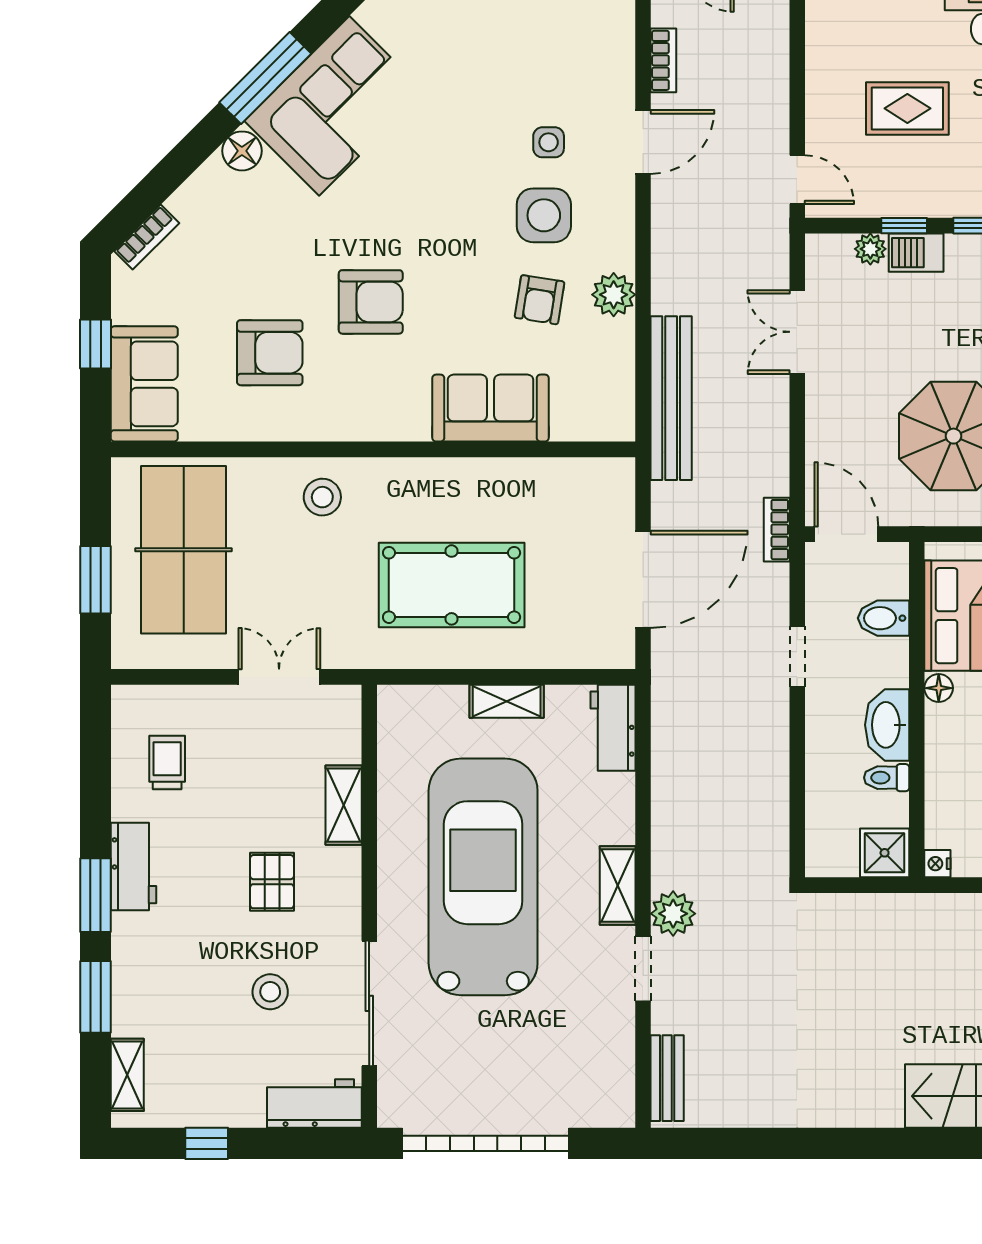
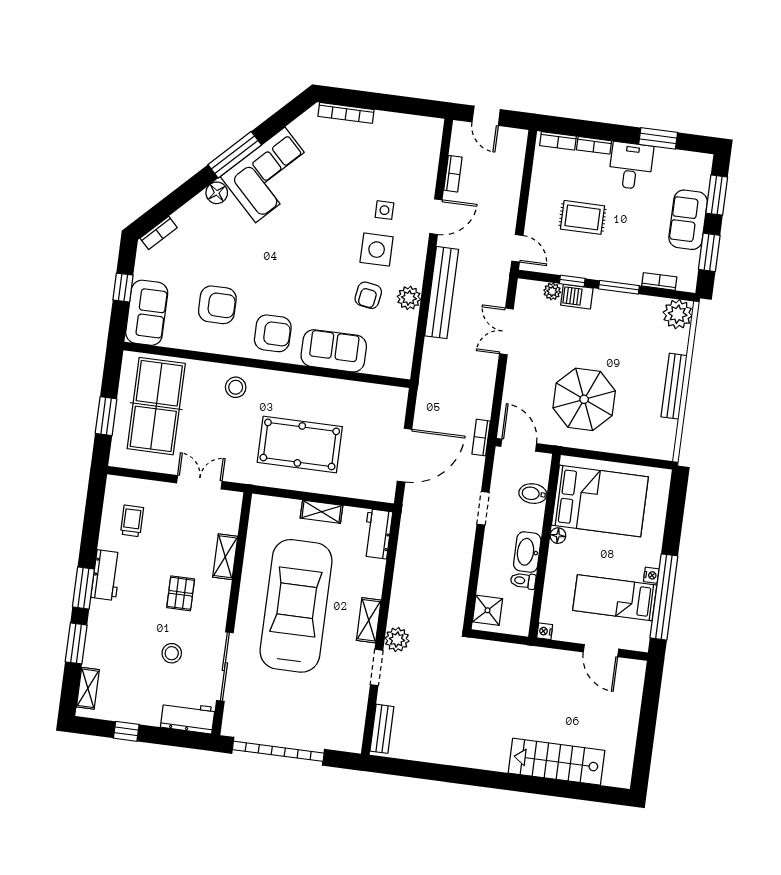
armchair: (371, 302) -> (273, 333), moved
bench: (671, 398) -> (442, 293), moved
shower: (885, 853) -> (488, 610), moved

